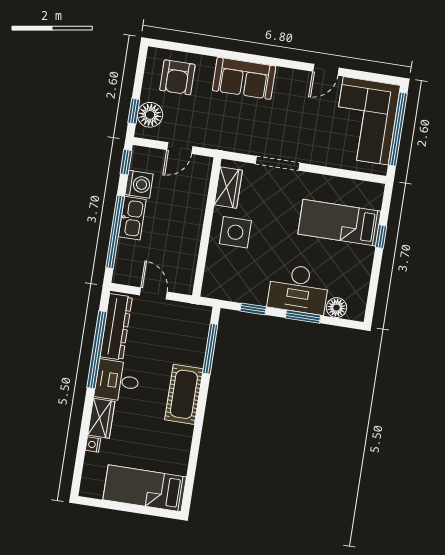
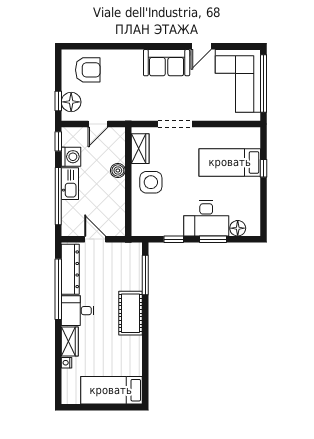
armchair: (177, 77) -> (88, 70), turned -90
sofa: (244, 78) -> (167, 63), moved
boiler: (196, 211) -> (118, 170), added

